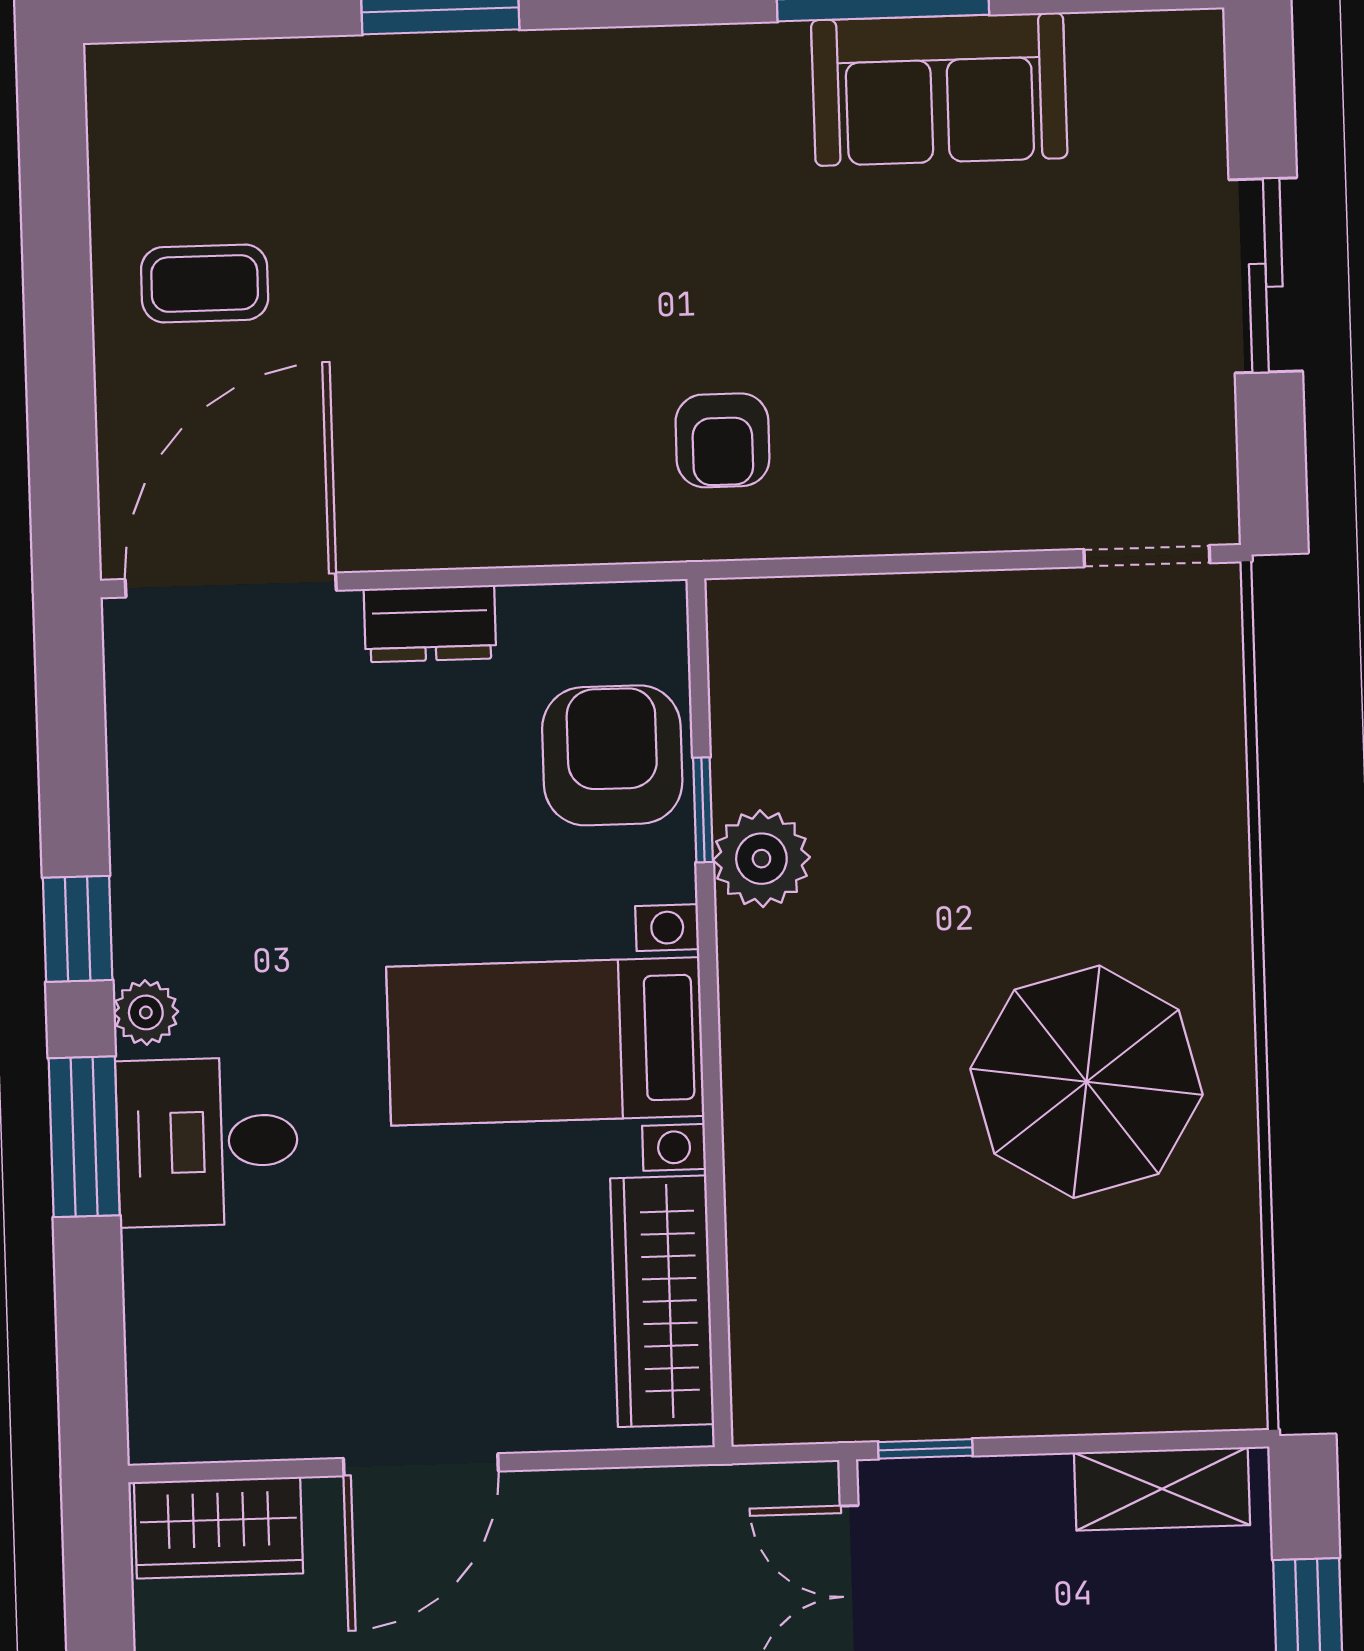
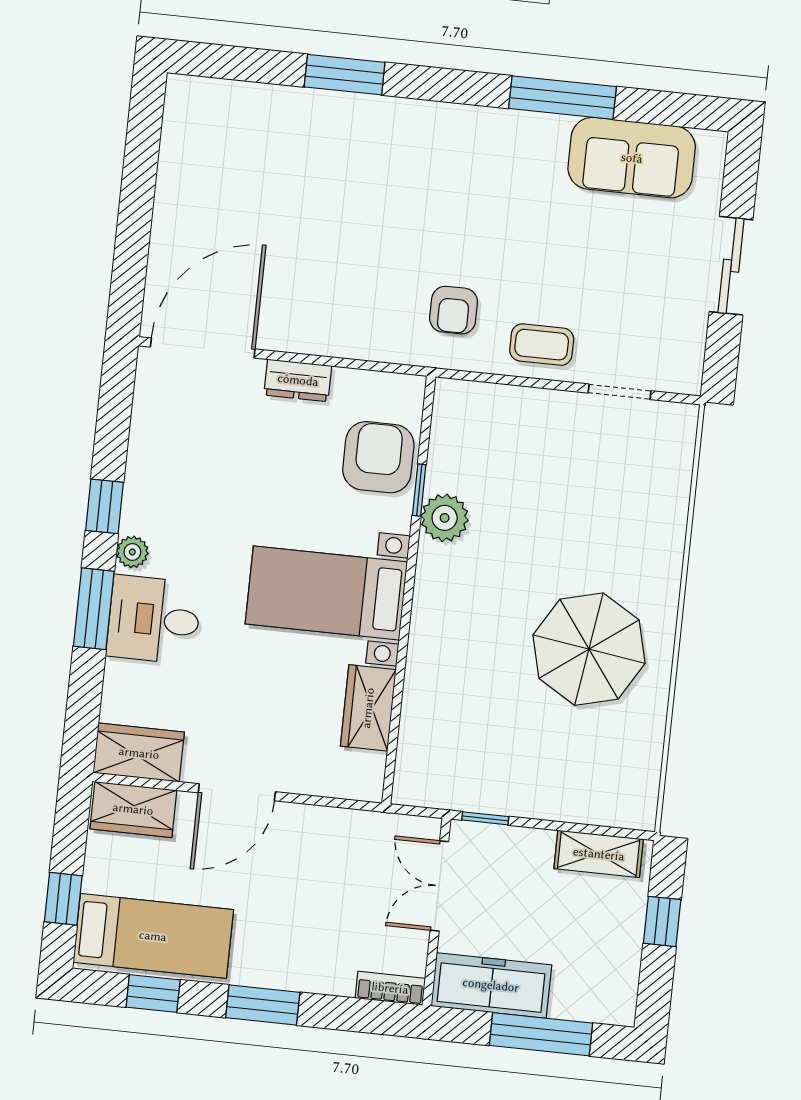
sofa: (939, 89) -> (632, 158), moved
coffee table: (205, 283) -> (542, 345), moved
doorway: (1147, 556) -> (620, 392), moved
wardrobe: (662, 1301) -> (368, 708), width x0.67
wardrobe: (214, 1412) -> (139, 753), added

